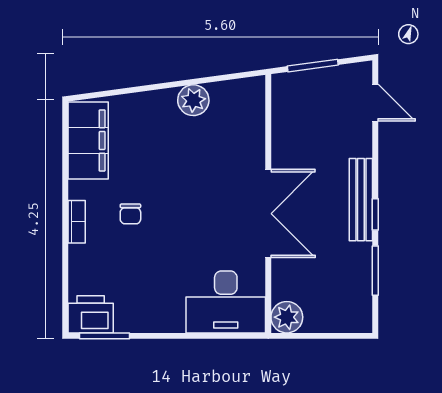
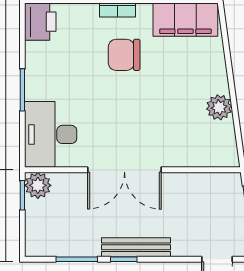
chair: (130, 214) -> (124, 55), width x1.87, depth x1.87
window: (105, 336) -> (22, 90), moved
window: (299, 336) -> (22, 195), added

